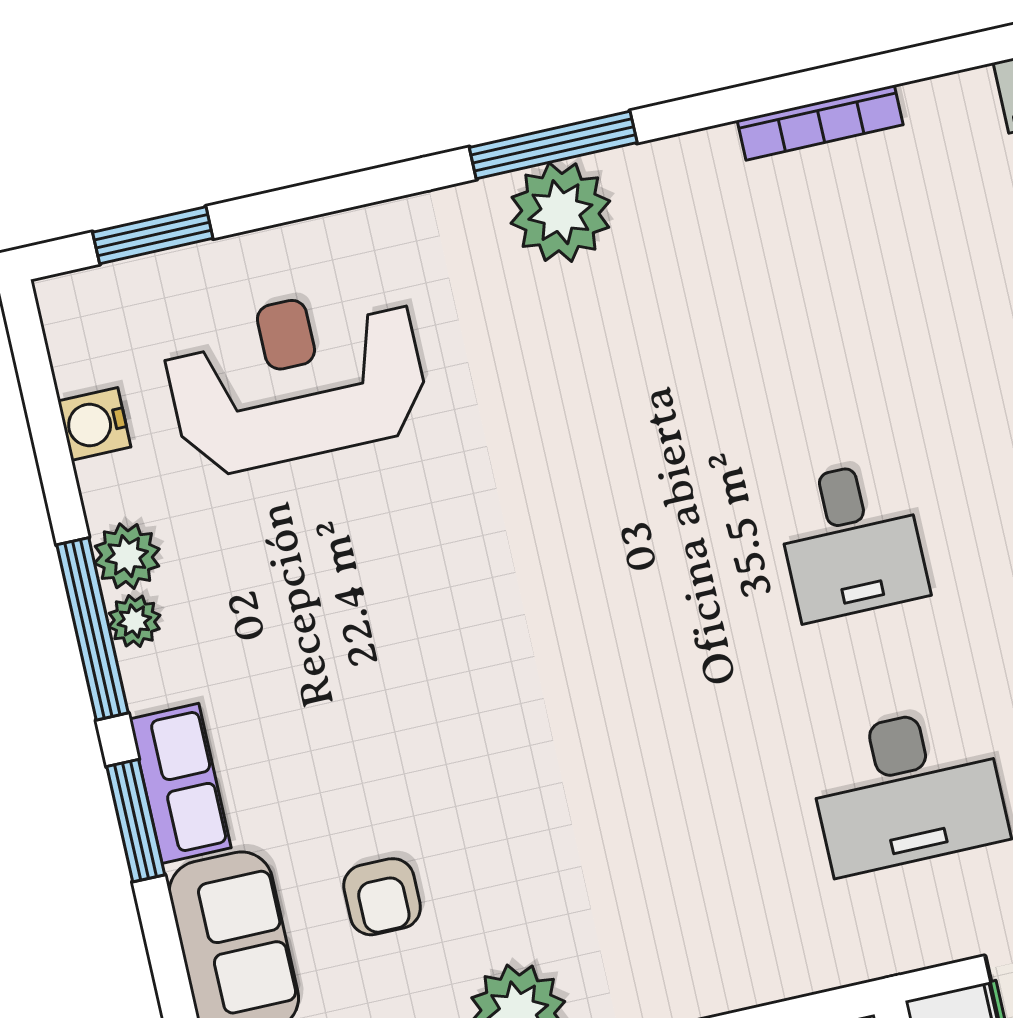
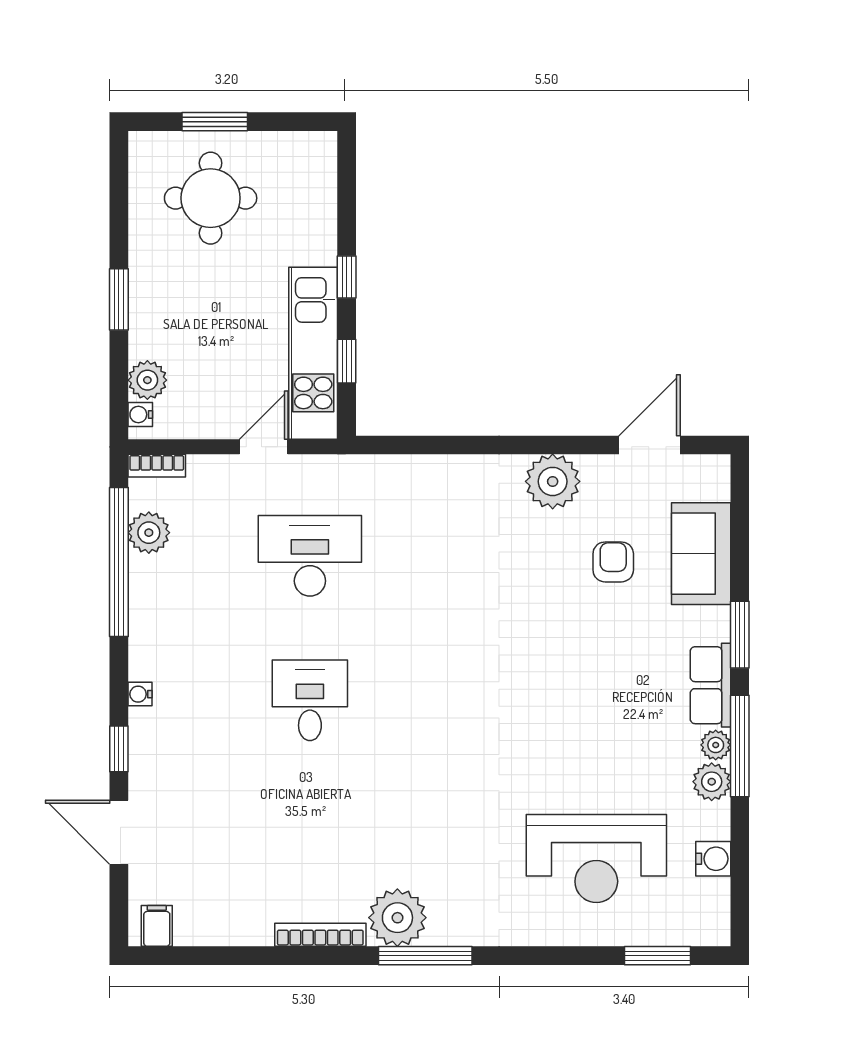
bookcase: (820, 123) -> (320, 935), moved
plant: (560, 212) -> (397, 918), moved
row of seats: (180, 783) -> (710, 685), moved

